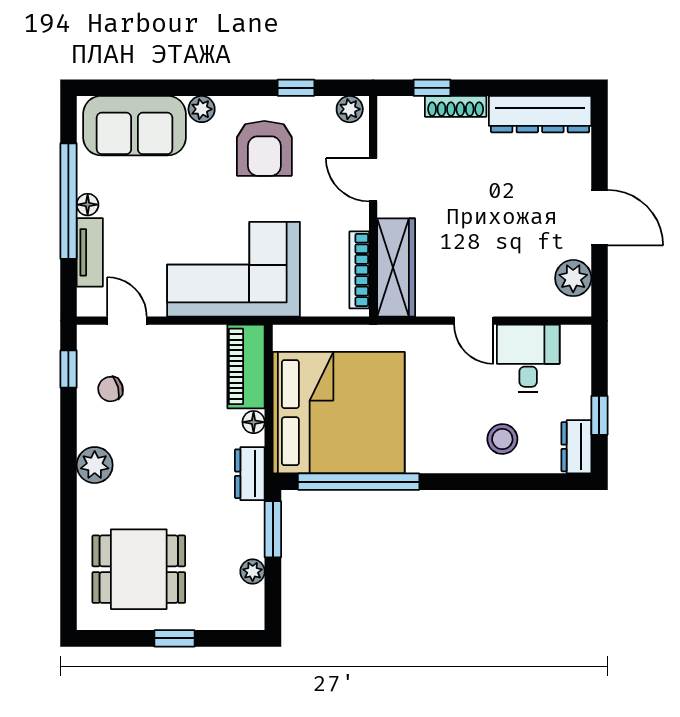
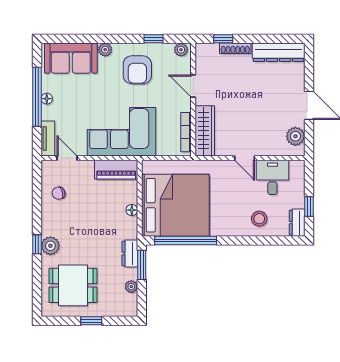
tv unit: (90, 252) -> (48, 138), moved
piano: (246, 366) -> (116, 170), moved, turned -90
window: (68, 369) -> (37, 244), moved
plant: (95, 465) -> (50, 246), moved
dresser: (250, 474) -> (130, 253), moved

